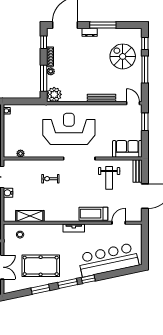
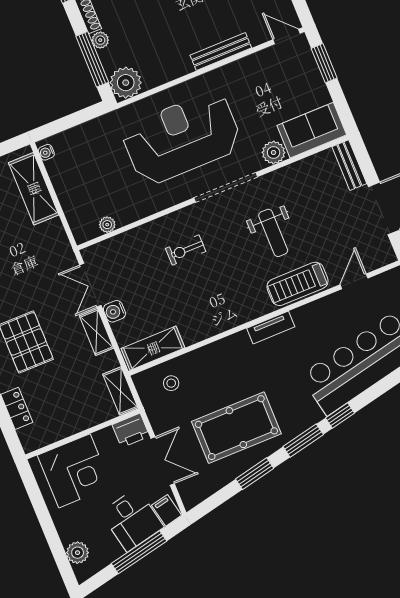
plant: (106, 152) -> (274, 152), added
weight bench: (109, 178) -> (273, 233), moved
shelving: (30, 216) -> (153, 348), moved

